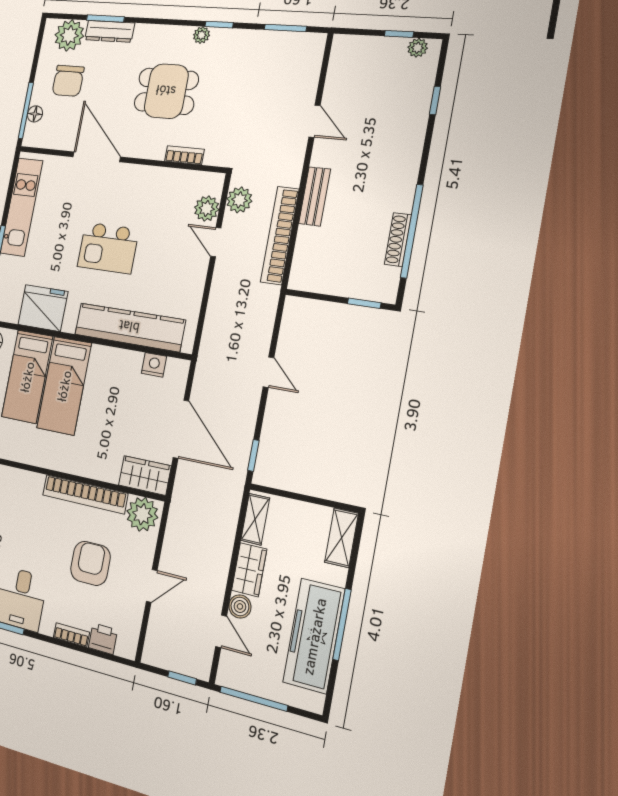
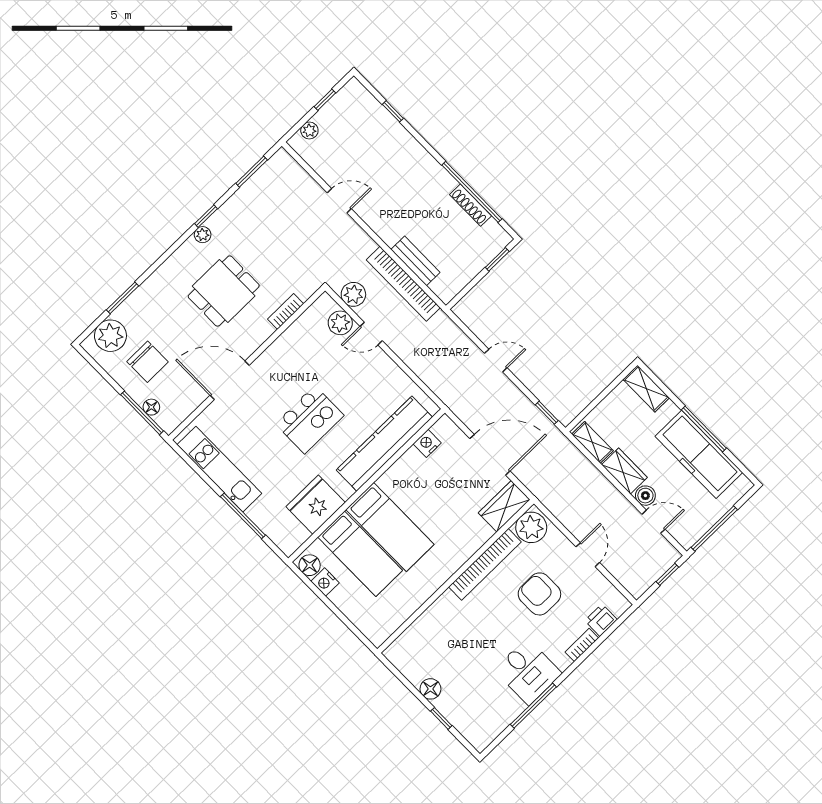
dresser: (110, 31) -> (136, 302), removed
plant: (418, 48) -> (309, 131), moved
bench: (315, 196) -> (415, 261), moved

